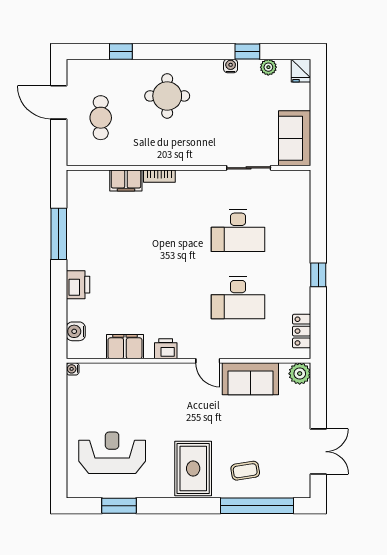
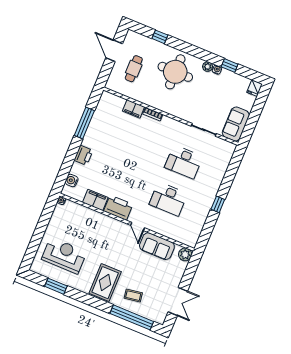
plant: (268, 67) -> (208, 67), moved
round table: (167, 96) -> (175, 72), width x1.36, depth x1.36
locker: (302, 331) -> (196, 232), removed
printer: (166, 349) -> (118, 208), width x1.87, depth x1.48

